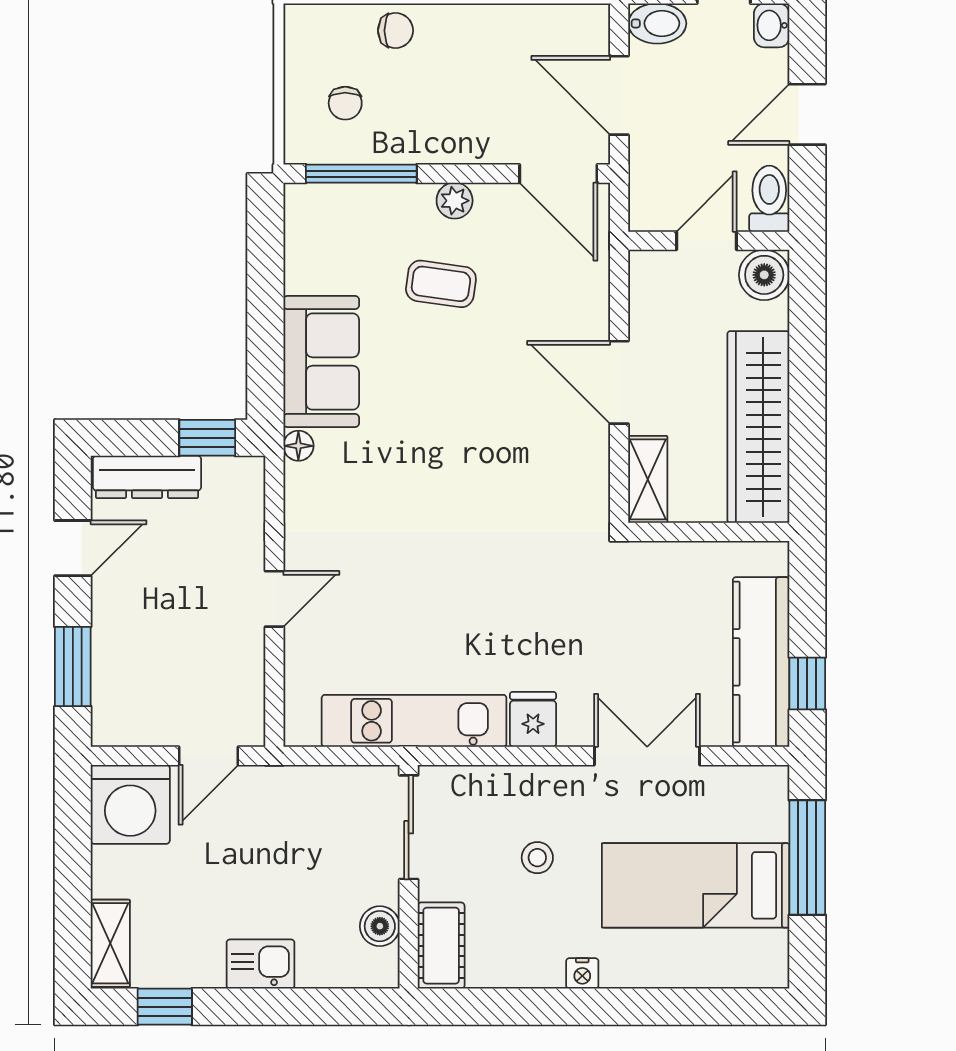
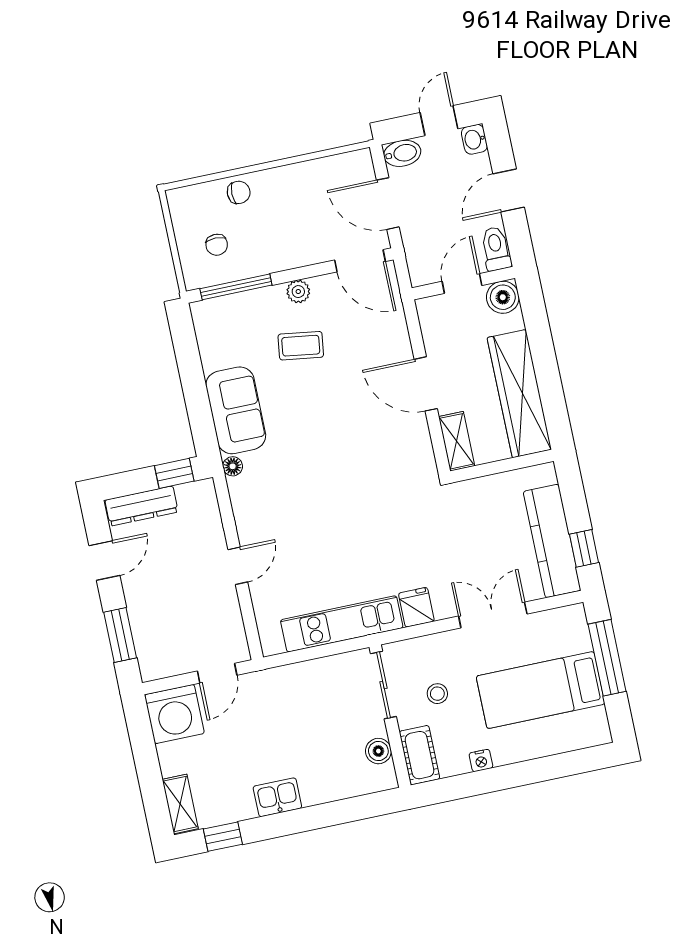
sliding door: (409, 827) -> (383, 685), moved
wall: (409, 877) -> (390, 716), moved
boiler: (380, 926) -> (378, 751), moved
cot: (441, 946) -> (419, 755), moved

